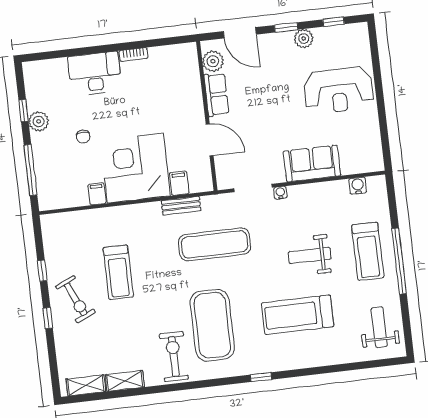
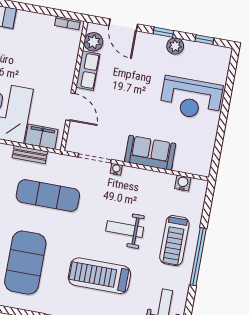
bookcase: (134, 55) -> (68, 23), moved
filing cabinet: (179, 183) -> (41, 137), width x2.00

